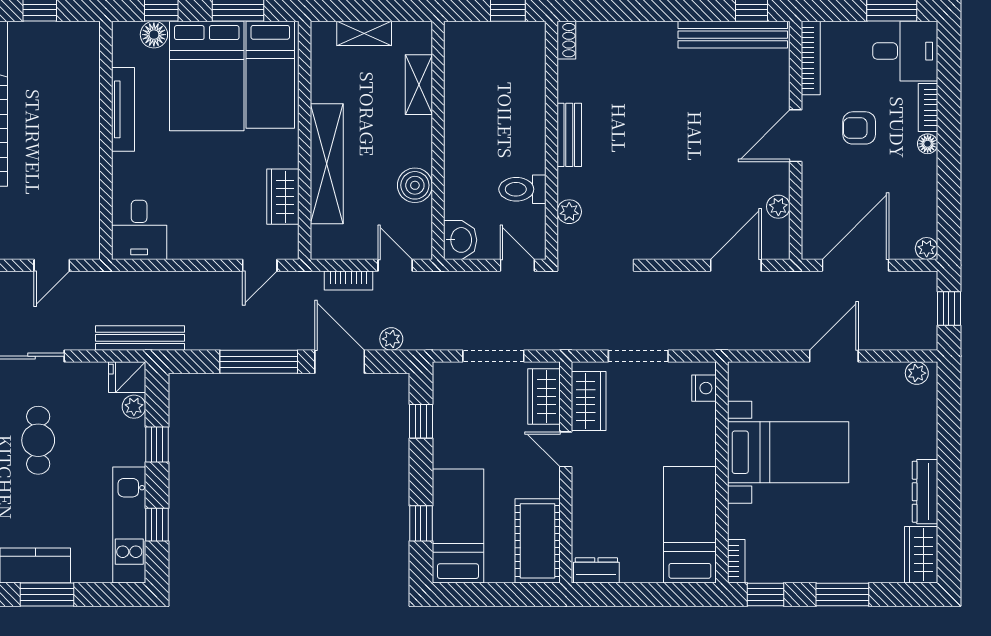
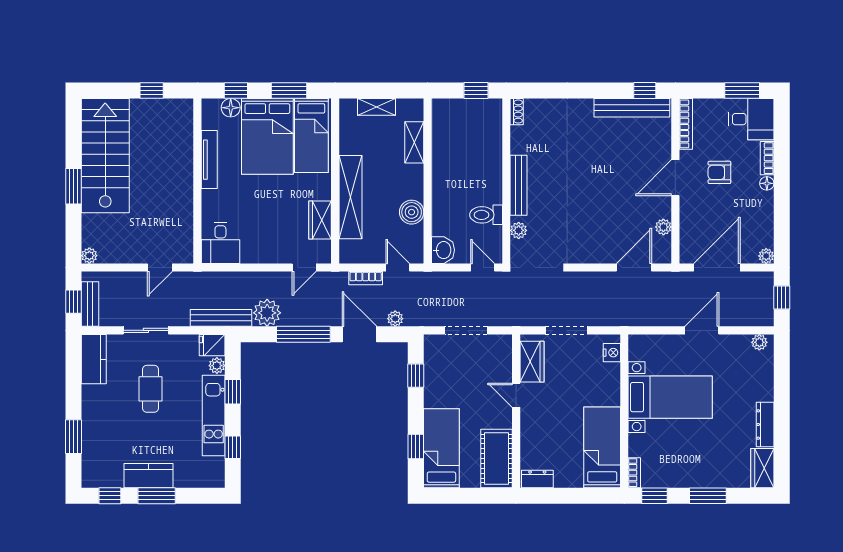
bench: (569, 135) -> (519, 185), width x1.36
plant: (206, 331) -> (267, 313), added
wardrobe: (544, 397) -> (501, 358), removed
kitchen unit: (129, 525) -> (214, 416), moved

